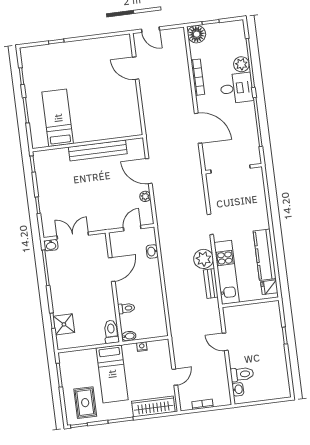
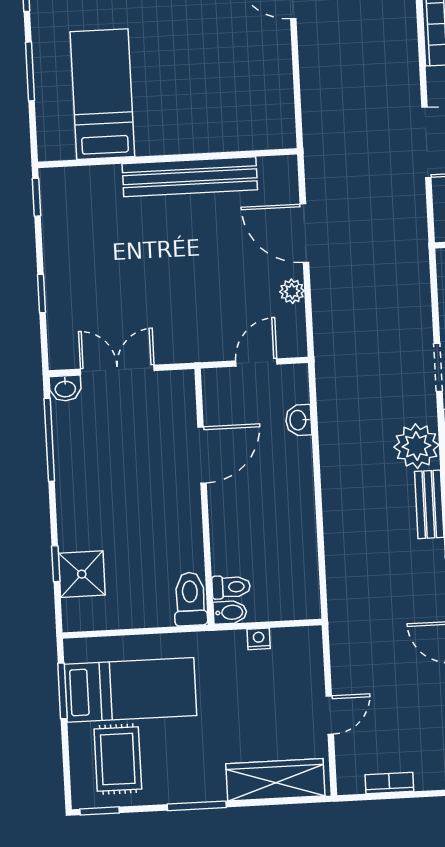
toilet: (126, 308) -> (231, 587), moved
bed: (112, 374) -> (130, 690), moved, turned -90

